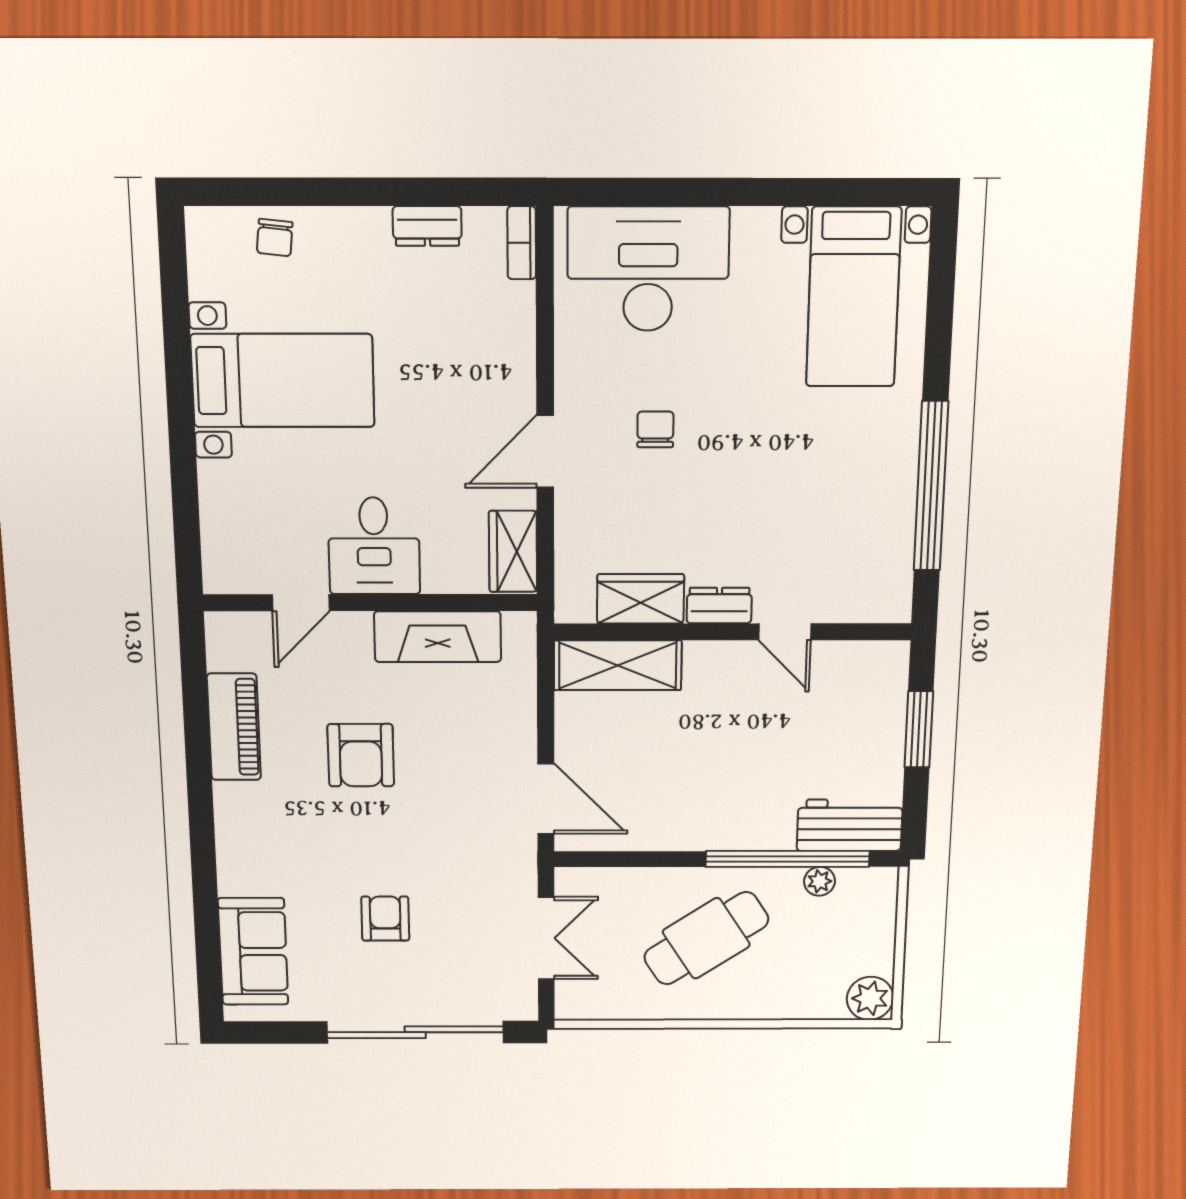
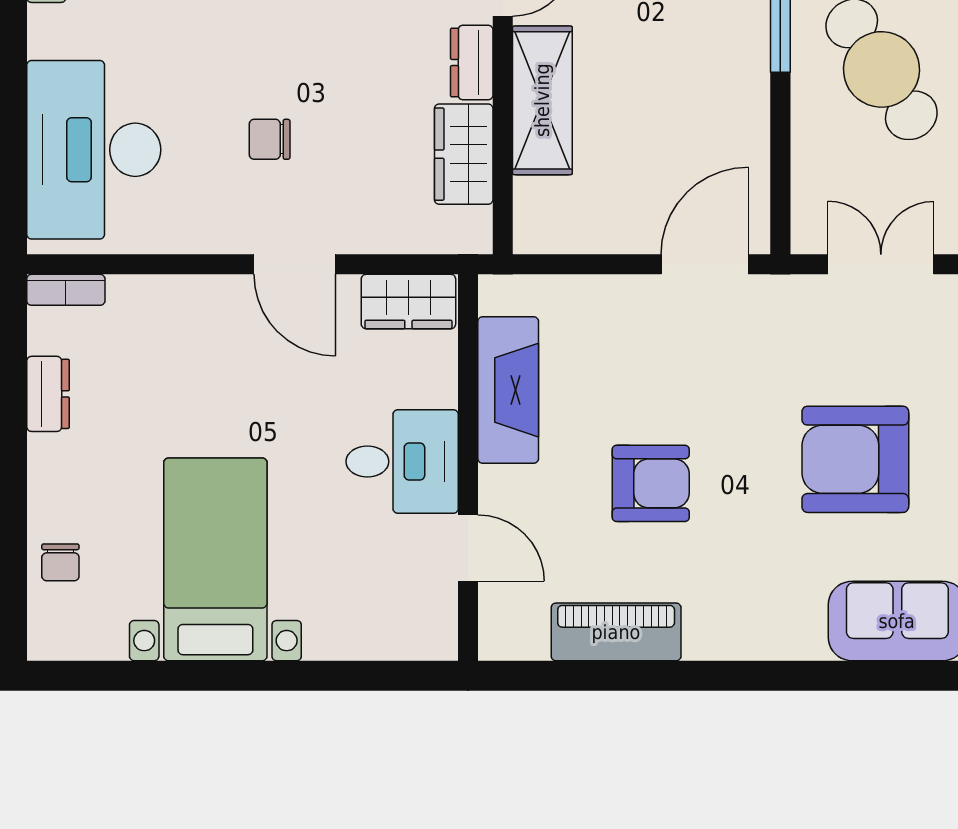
chair: (275, 238) -> (60, 562), turned 84
shelving: (618, 665) -> (542, 100), moved
armchair: (385, 919) -> (855, 459), width x1.88, depth x1.88

